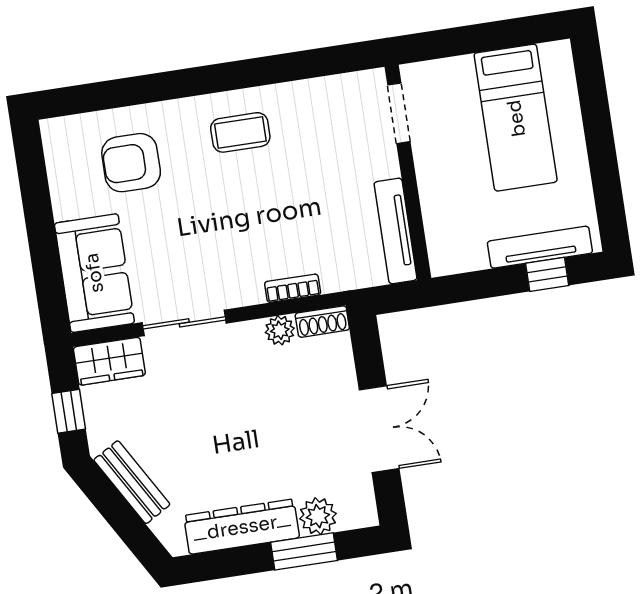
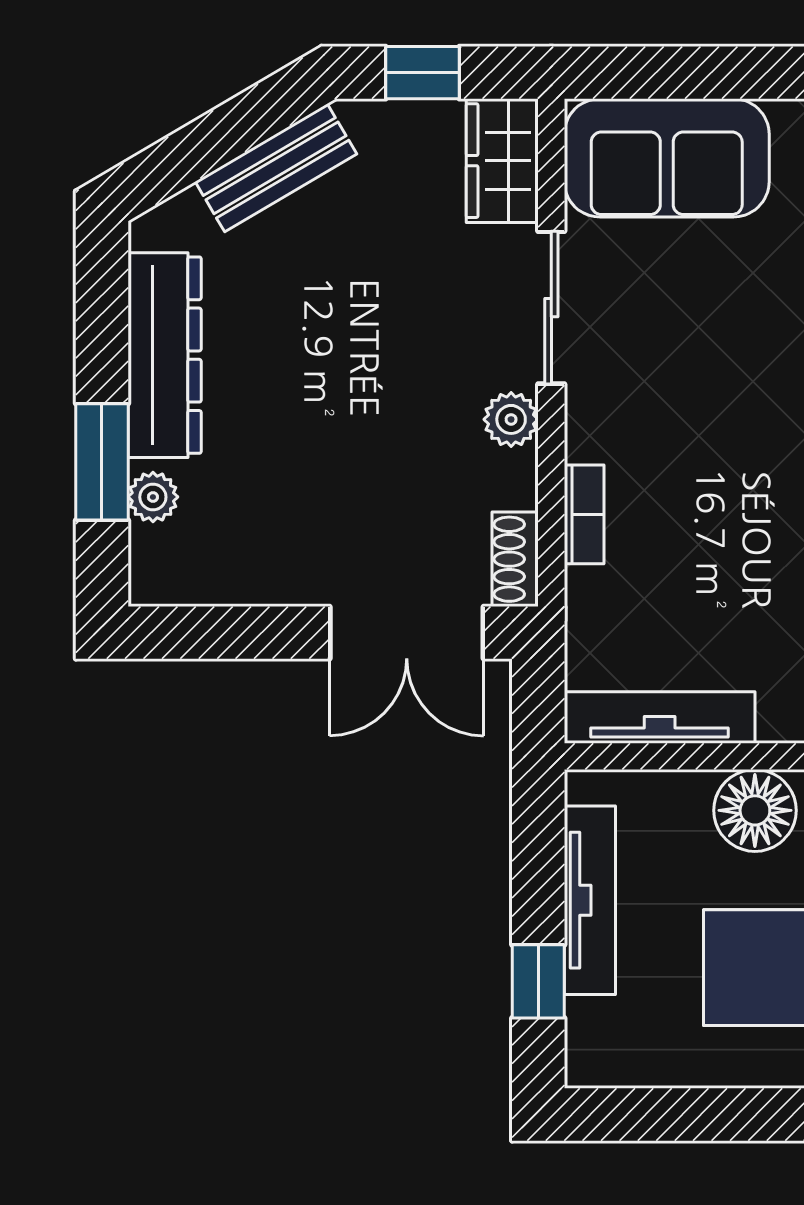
floor lamp: (438, 172) -> (755, 810), added
tv unit: (540, 247) -> (590, 900), moved
plant: (280, 330) -> (511, 419), moved
double door: (379, 429) -> (407, 633), moved
plant: (318, 516) -> (153, 497), width x0.73, depth x0.73

